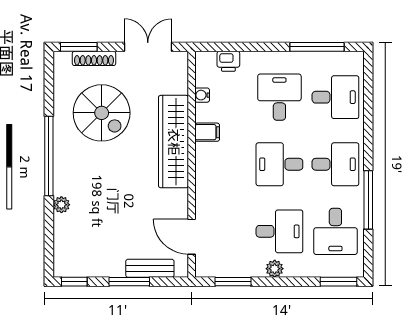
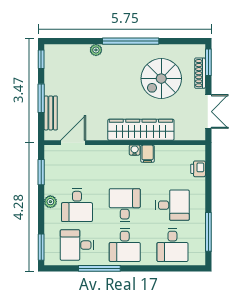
water cooler: (202, 95) -> (135, 150), moved

